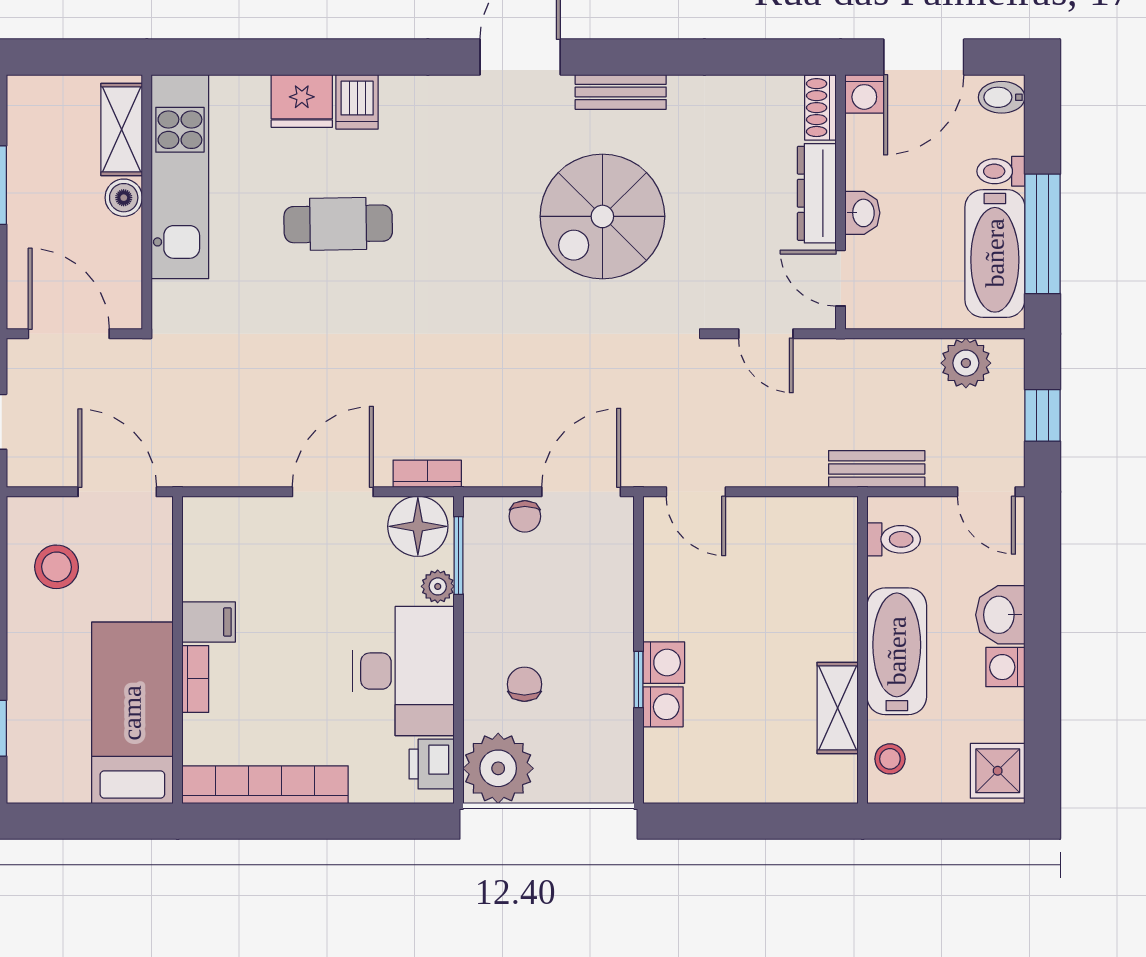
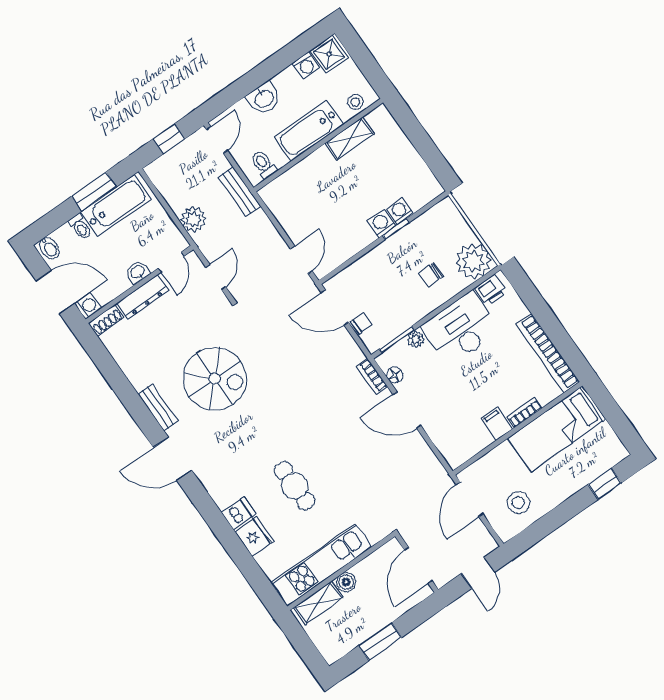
window: (1043, 234) -> (94, 192), width x0.69
plant: (966, 363) -> (193, 219), moved
floor lamp: (418, 526) -> (395, 375), width x0.53, depth x0.53
washing machine: (1005, 667) -> (306, 65), moved

